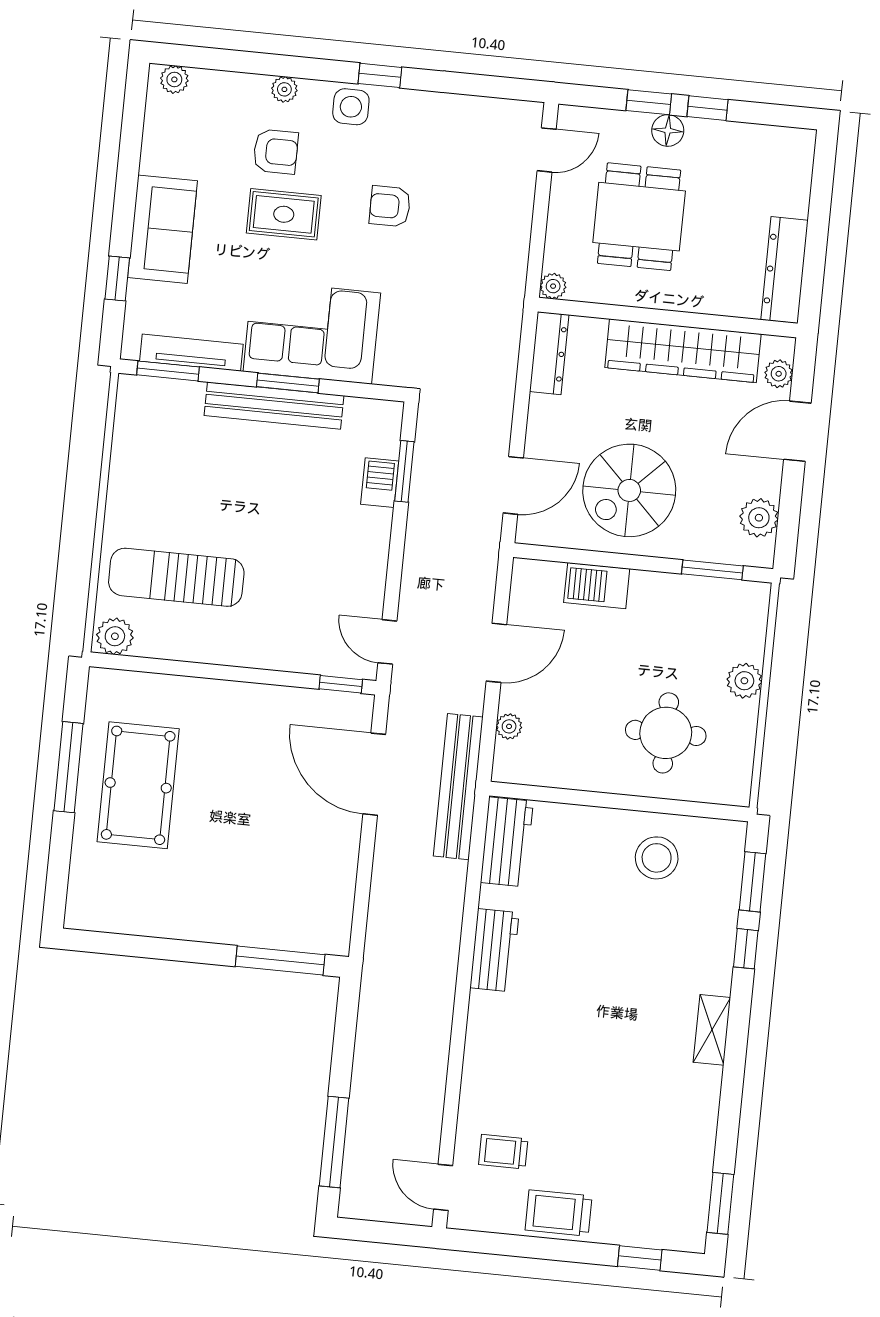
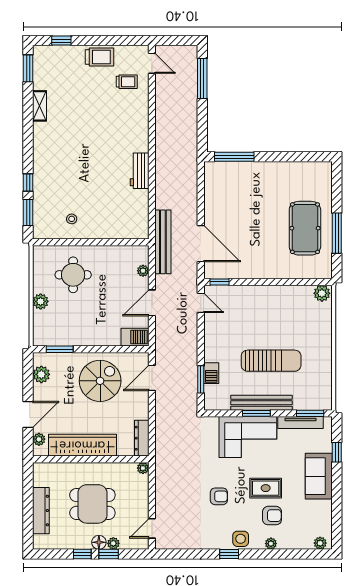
plant: (636, 125) -> (113, 543), added
armchair: (276, 152) -> (272, 516), turned 180
dining table: (639, 217) -> (92, 504), moved, turned 90
dresser: (785, 270) -> (41, 511), moved
sun lounger: (176, 577) -> (271, 361), moved
barbecue: (597, 586) -> (135, 337), moved
workbench: (507, 842) -> (139, 219), removed
stool: (657, 858) -> (72, 219), width x0.53, depth x0.53
shelving: (712, 1030) -> (39, 106), moved

